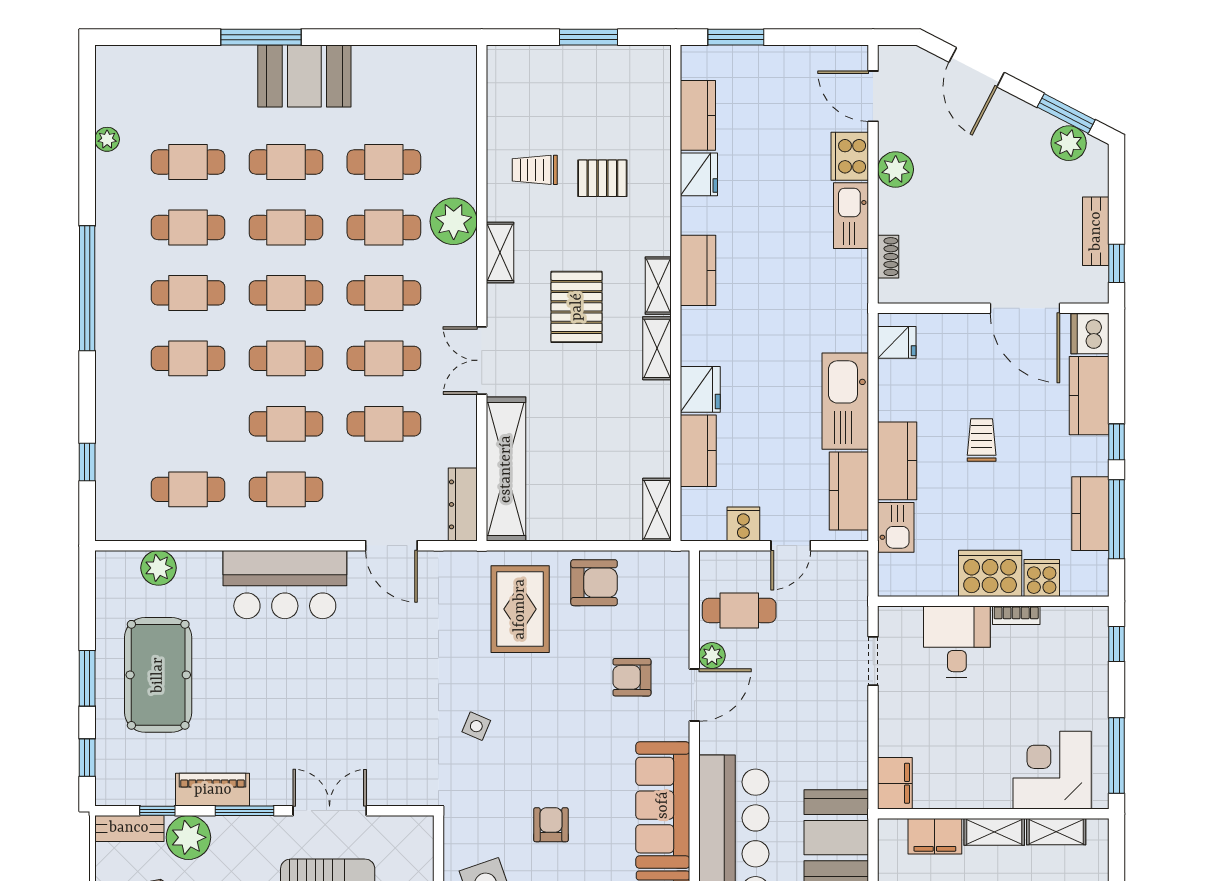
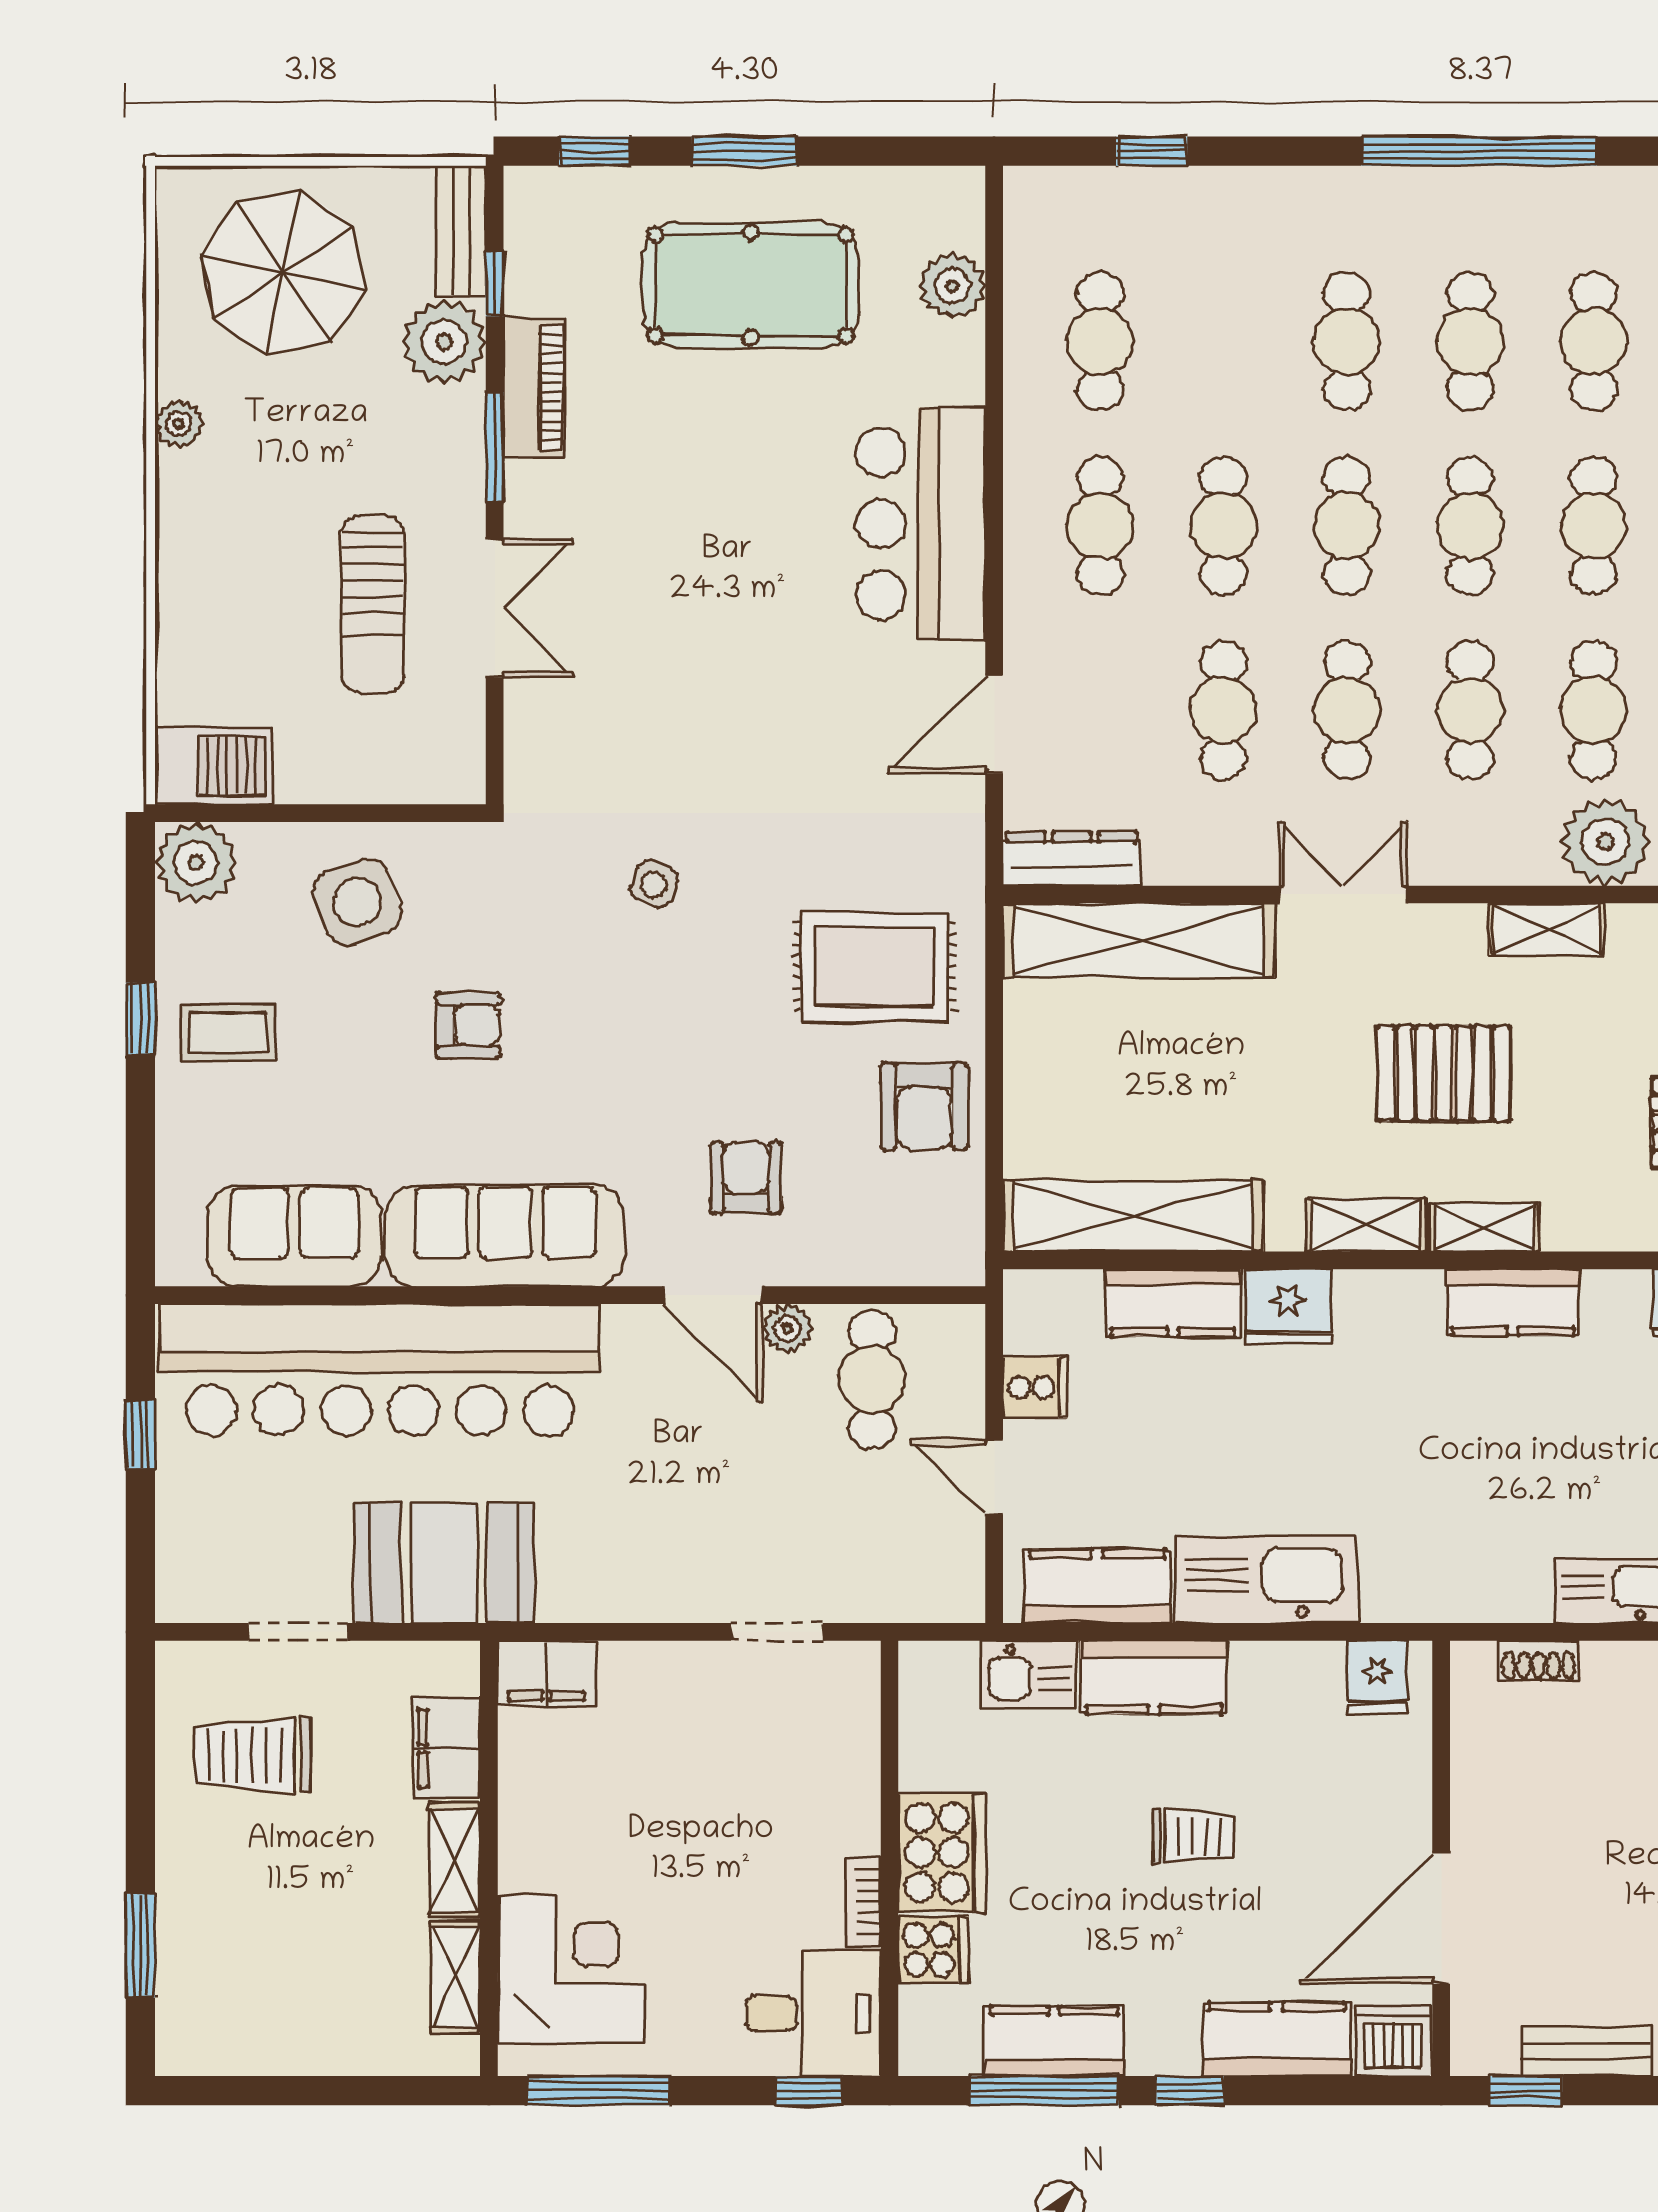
shelving: (657, 510) -> (1133, 1216), width x2.20, depth x1.33
desk: (957, 642) -> (813, 2013), moved

